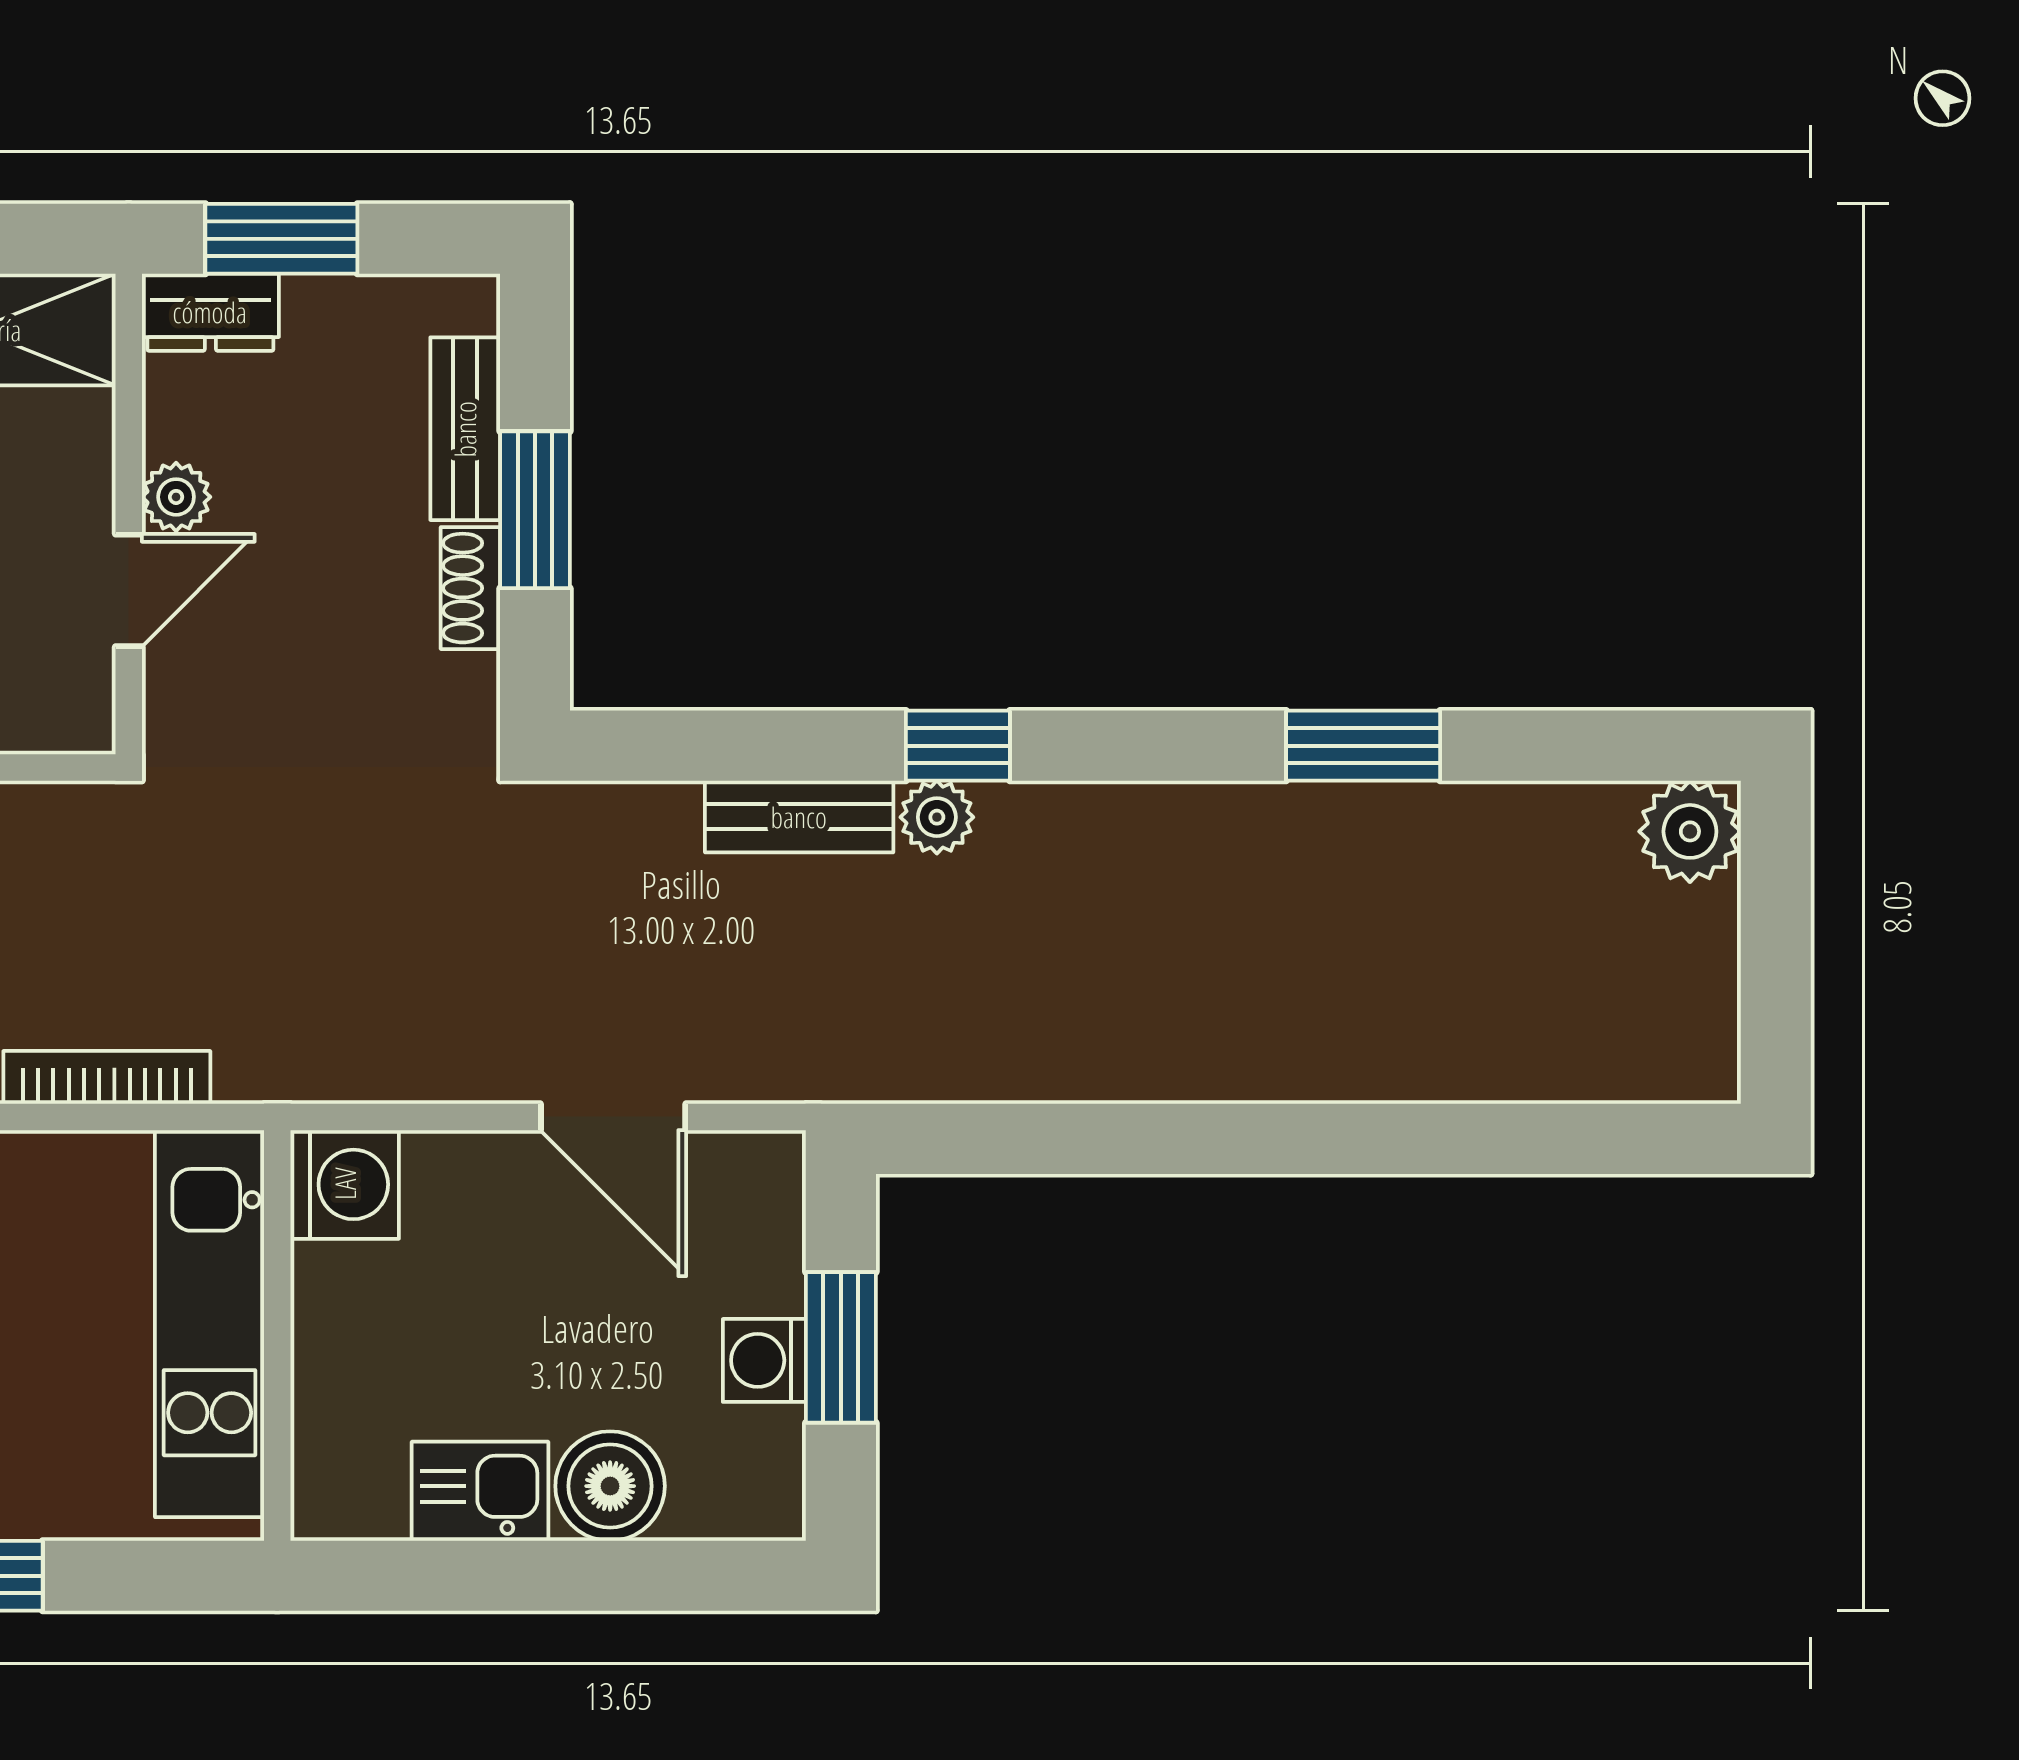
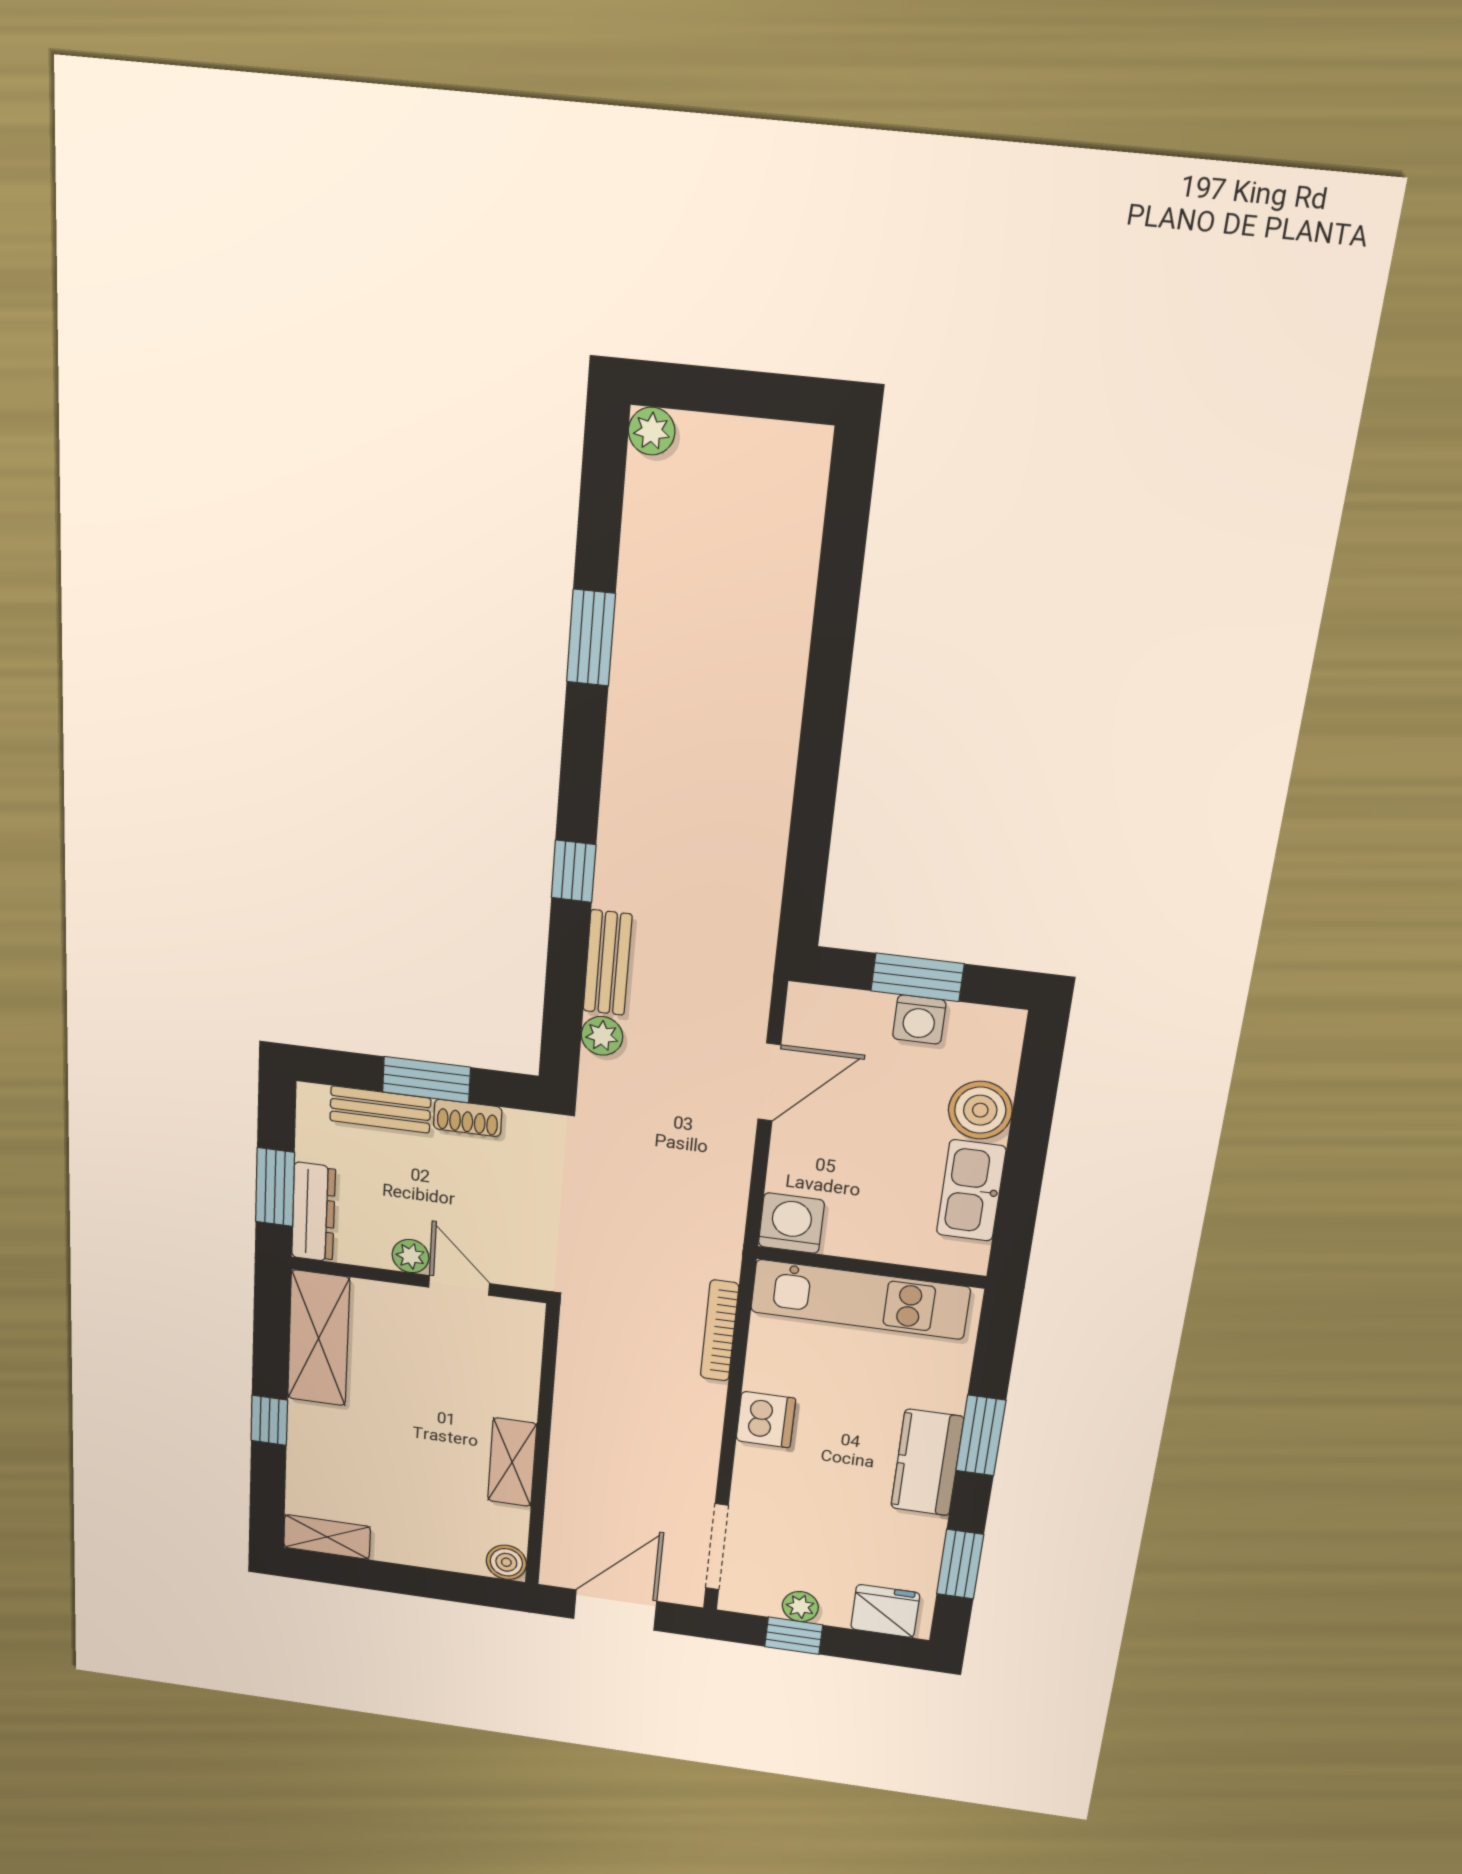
dresser: (210, 312) -> (313, 1212), width x1.44
plant: (937, 817) -> (602, 1036), moved
plant: (1690, 831) -> (652, 431), width x0.73, depth x0.73
kitchen sink: (480, 1491) -> (971, 1190), width x1.38

